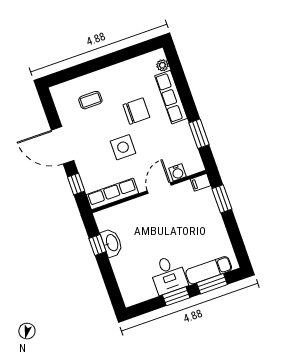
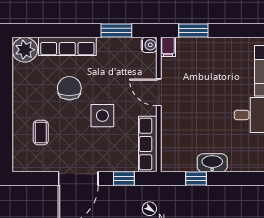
plant: (162, 65) -> (25, 50), width x1.87, depth x1.87
water cooler: (178, 172) -> (149, 45), moved
washbasin: (112, 243) -> (212, 163), moved

